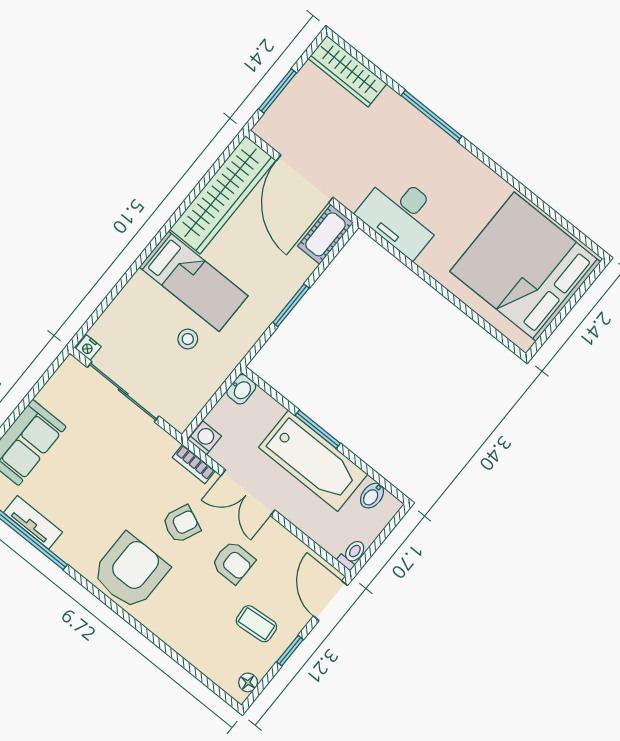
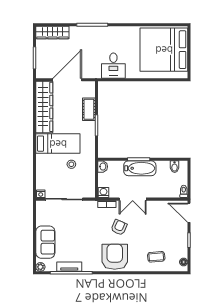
door: (305, 179) -> (67, 80), swing flipped
desk: (402, 215) -> (113, 66), width x0.73
cot: (325, 234) -> (89, 109), moved
bathtub: (313, 461) -> (140, 168), width x0.73, depth x0.73
armchair: (233, 562) -> (146, 226), removed
coffee table: (256, 624) -> (156, 257), moved

